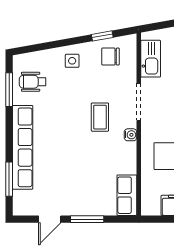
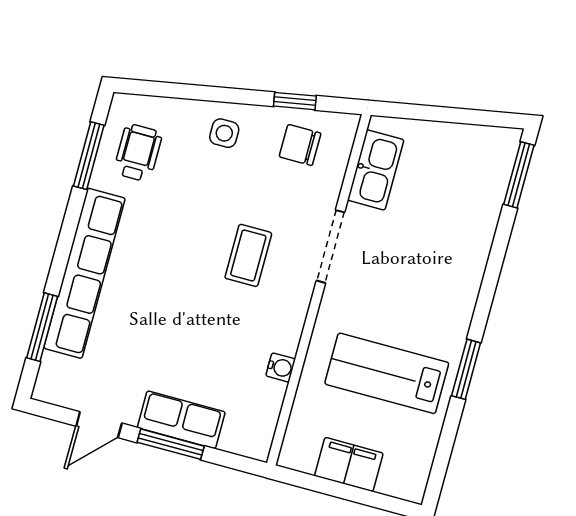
wheelchair: (33, 82) -> (138, 153), turned 90
water cooler: (130, 135) -> (281, 367), moved
row of seats: (127, 195) -> (181, 420), moved, turned 90

